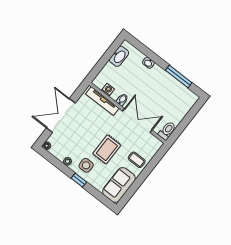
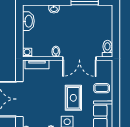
washing machine: (108, 90) -> (27, 53), moved
tv unit: (102, 101) -> (37, 64), width x0.71
double door: (137, 121) -> (79, 58), swing flipped

